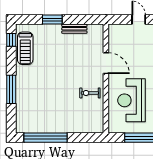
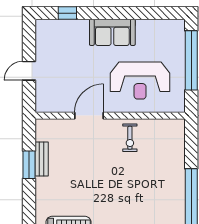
window: (52, 19) -> (29, 165), moved

